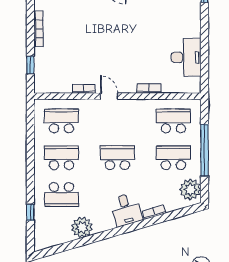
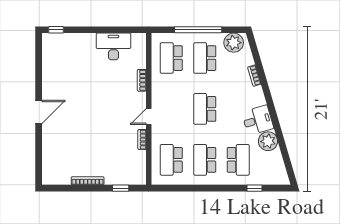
desk: (126, 210) -> (258, 120), moved

